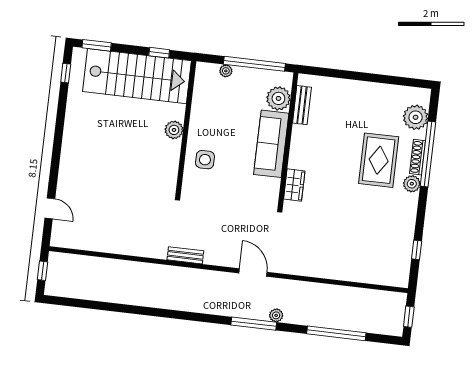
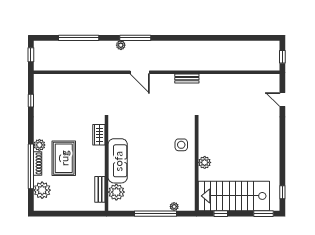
plant: (278, 98) -> (116, 192), moved
bench: (302, 105) -> (100, 189), moved
wall: (288, 140) -> (107, 165), moved
sofa: (271, 144) -> (118, 161), moved
wardrobe: (294, 185) -> (99, 135), moved

